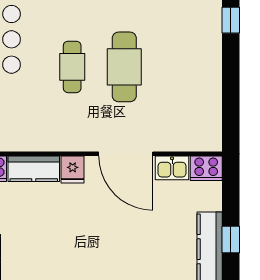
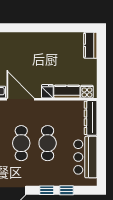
cafe table: (72, 67) -> (48, 143), width x1.37, depth x1.35

